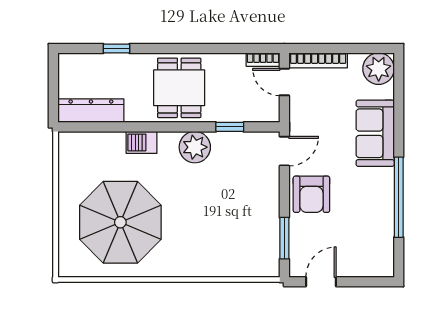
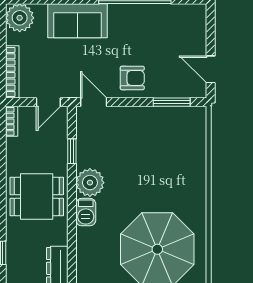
door: (284, 82) -> (48, 102), moved
barbecue: (141, 142) -> (86, 212), moved
armchair: (311, 194) -> (132, 78), width x0.72, depth x0.72

